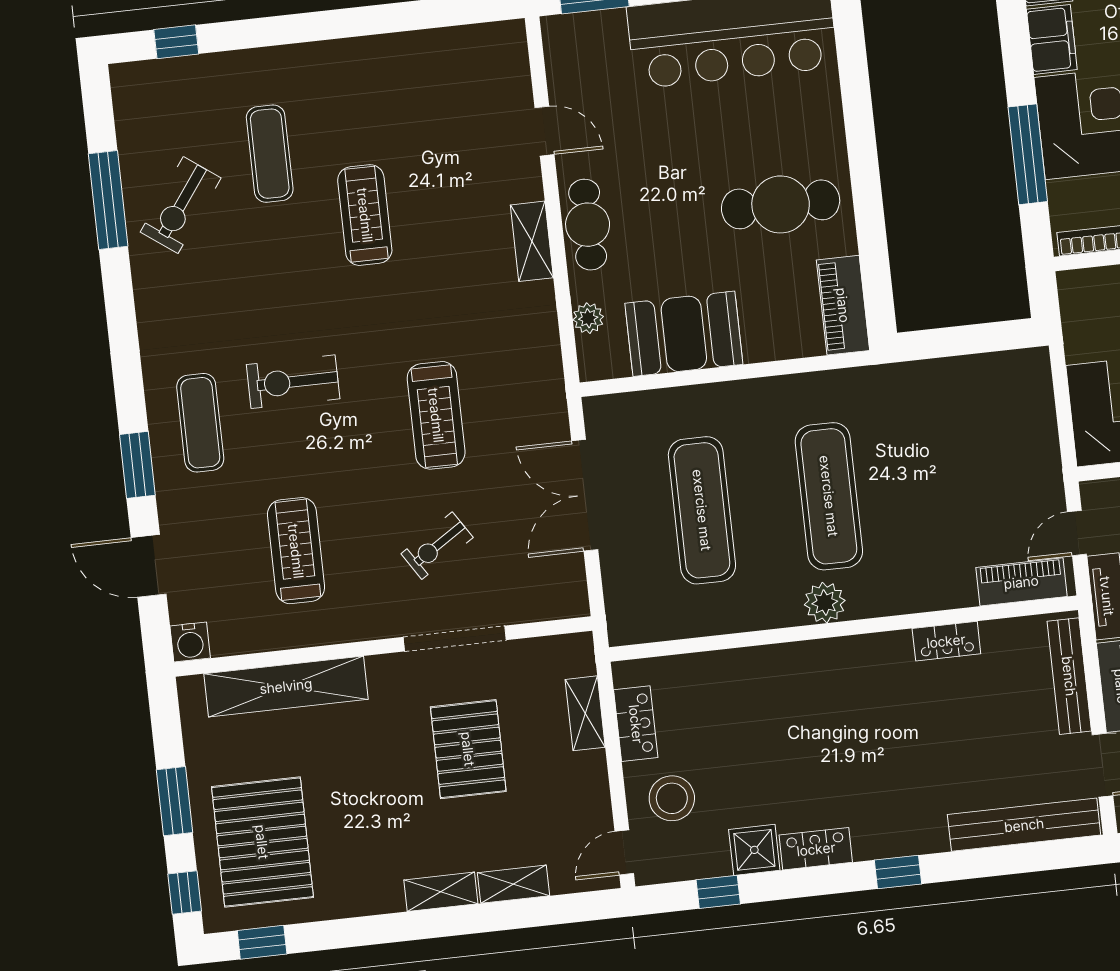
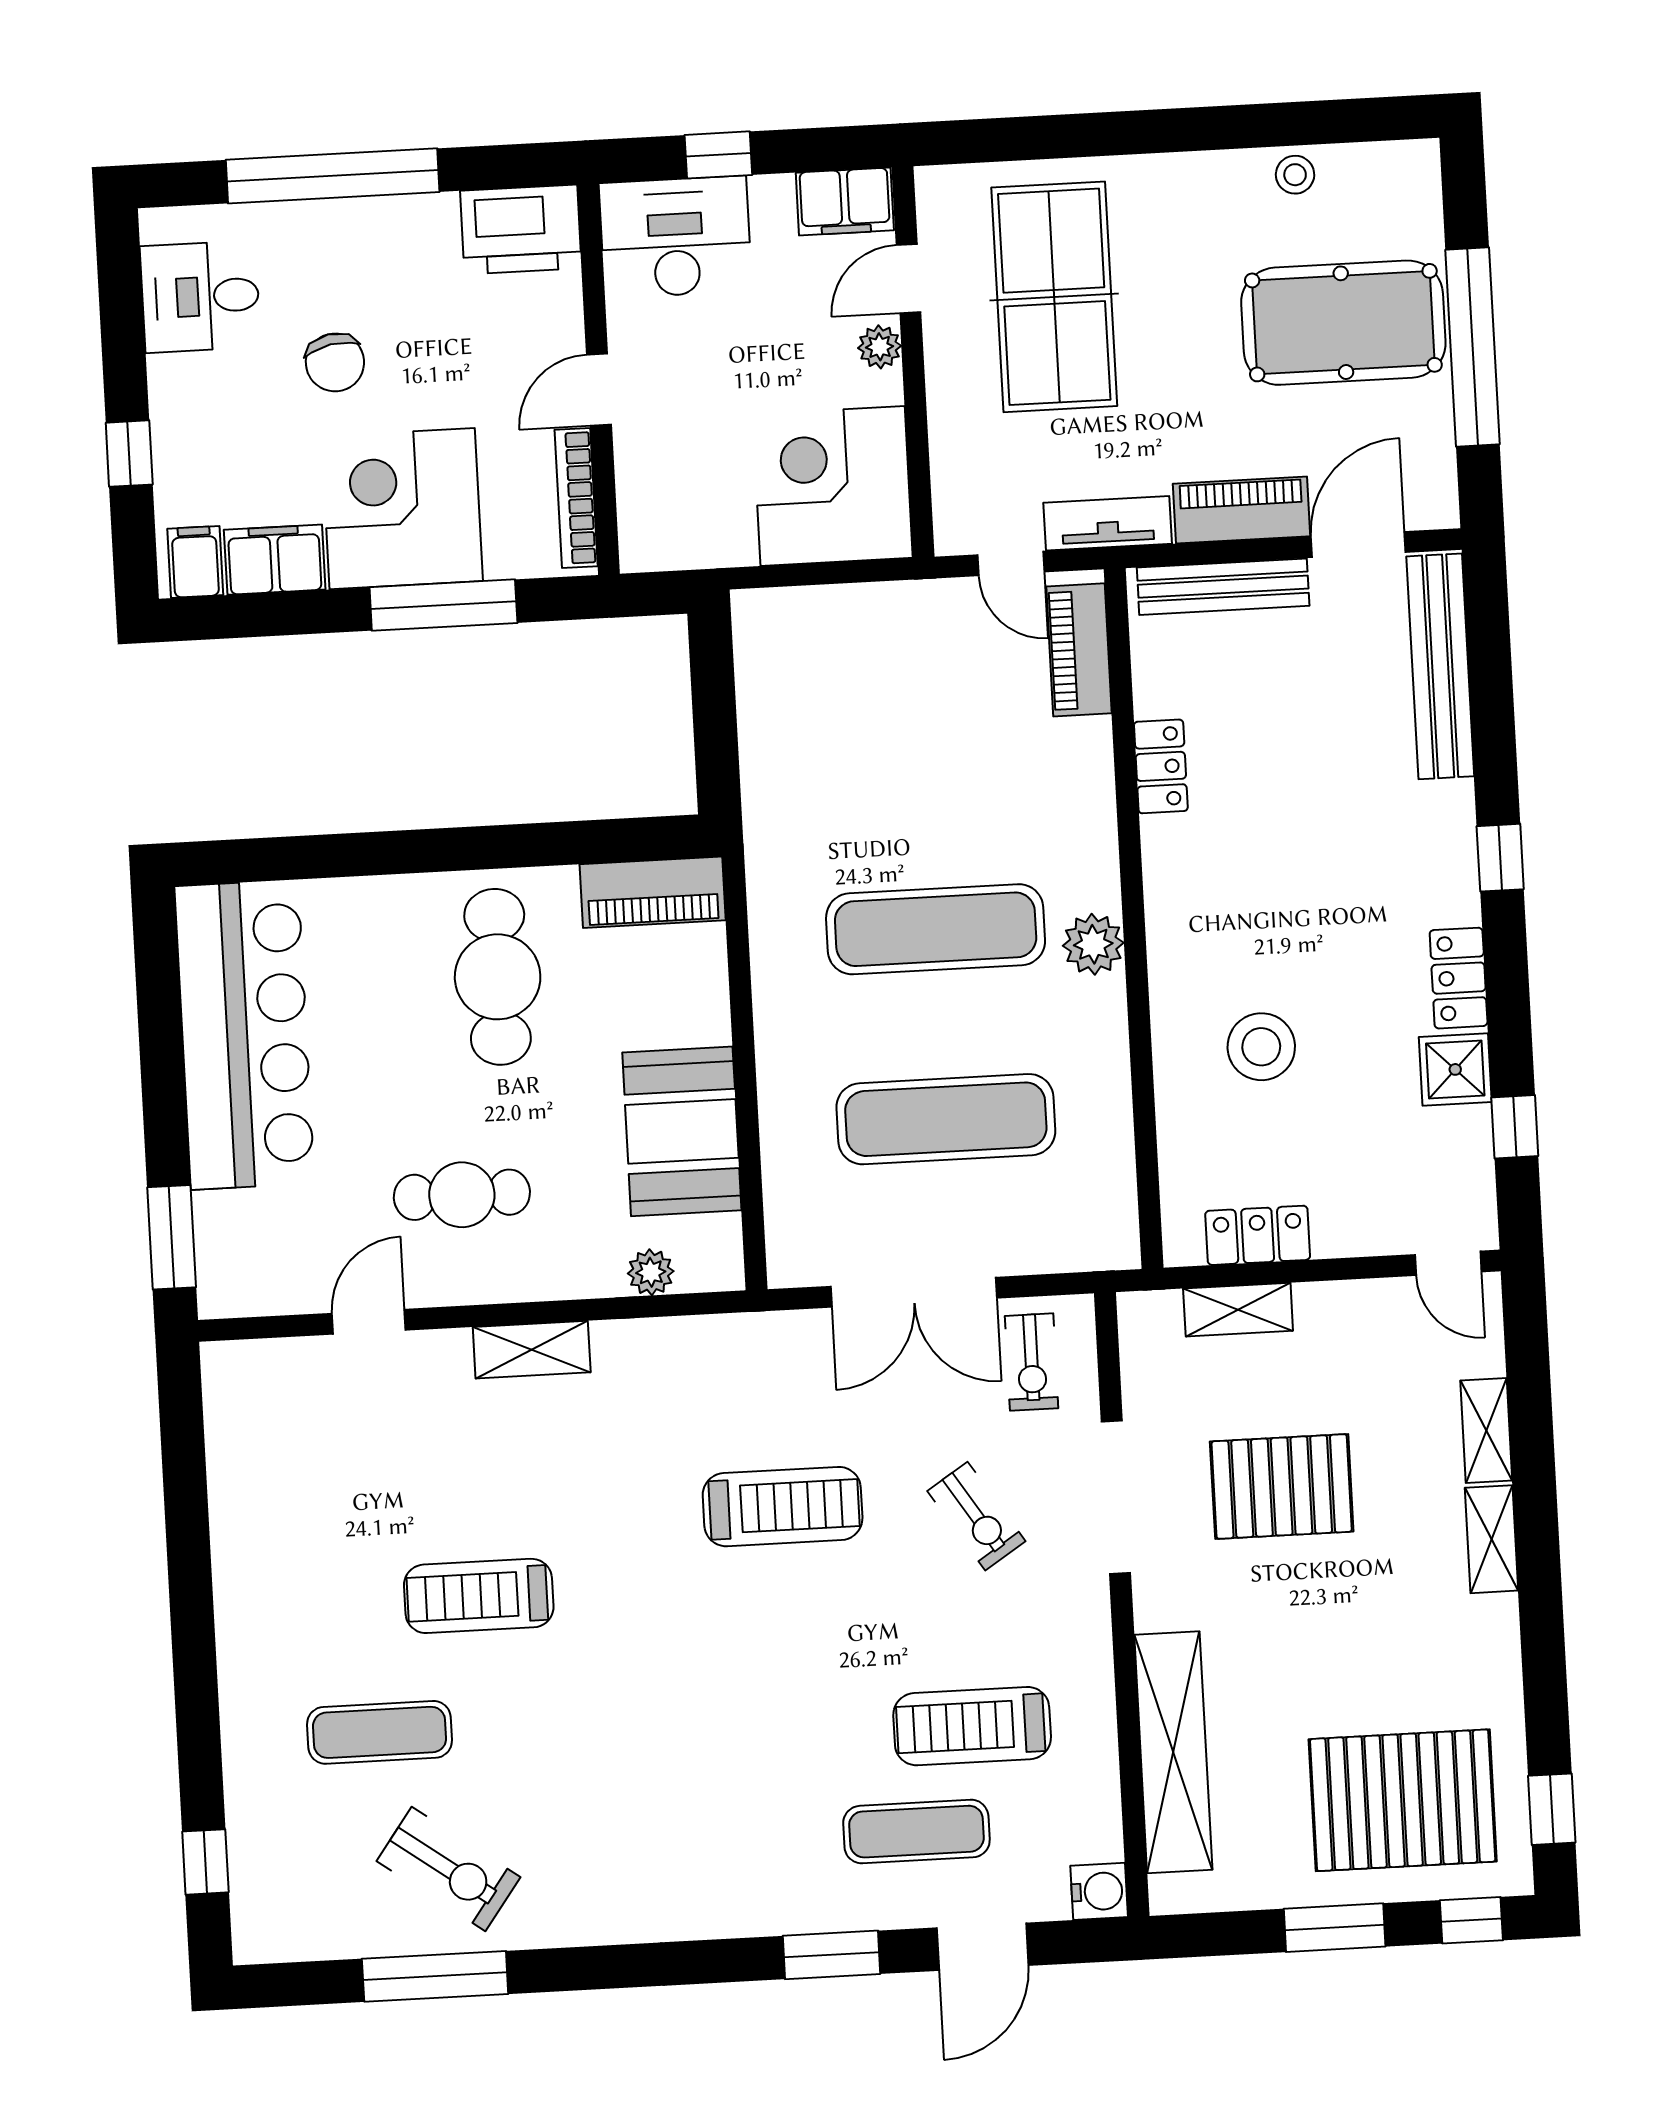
cafe table: (588, 225) -> (462, 1195), moved
exercise bike: (293, 382) -> (1032, 1362), moved, width x0.73, depth x0.72
exercise mat: (200, 423) -> (916, 1832), moved
stool: (672, 798) -> (1261, 1047), moved

